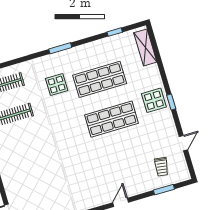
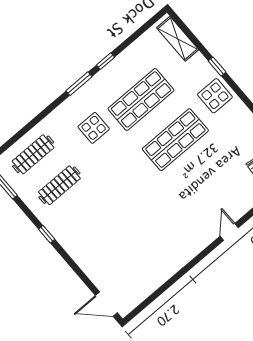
window: (115, 32) -> (105, 61), moved
window: (171, 102) -> (217, 66), moved

